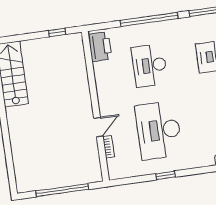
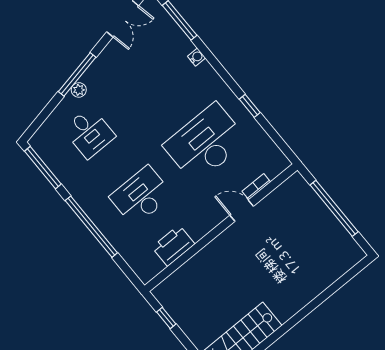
printer: (100, 47) -> (173, 246), moved
desk: (149, 65) -> (141, 196), turned 180
desk: (159, 130) -> (205, 143), turned 180

